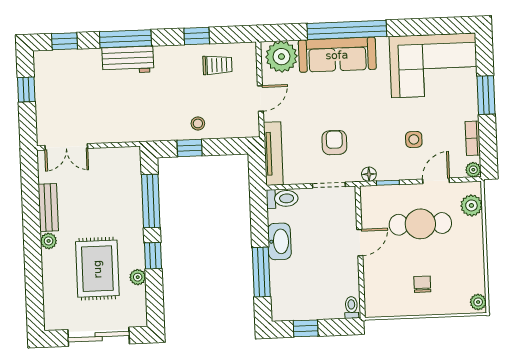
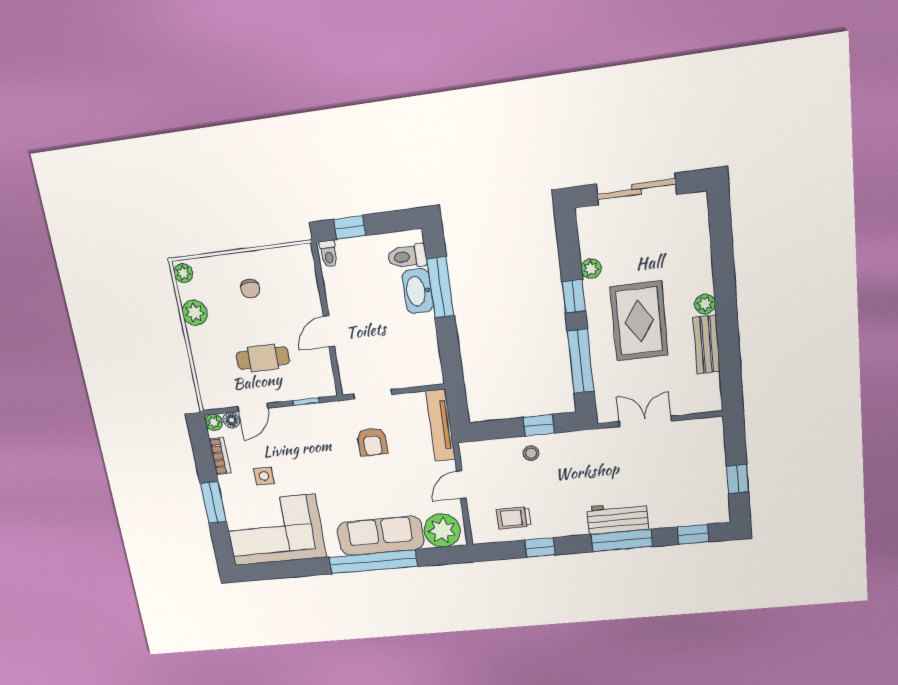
side table: (414, 139) -> (264, 476), moved
double door: (66, 147) -> (645, 421), moved
floor lamp: (369, 174) -> (232, 420), moved
toilet: (282, 199) -> (407, 256), moved
plant: (471, 205) -> (195, 313), moved
cafe table: (420, 224) -> (263, 358), width x0.73, depth x0.74
washbasin: (279, 241) -> (418, 291), moved
rug: (97, 269) -> (639, 321), moved
window: (306, 328) -> (350, 227), moved

